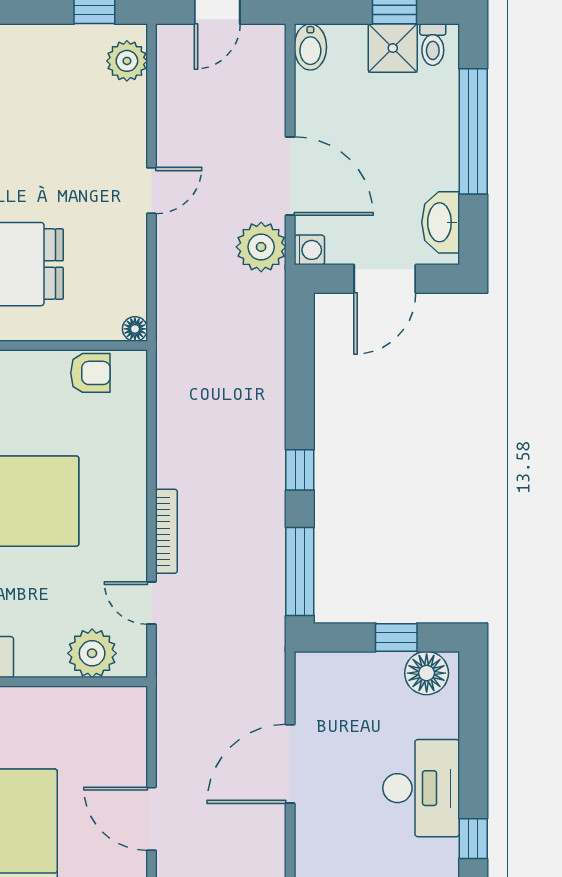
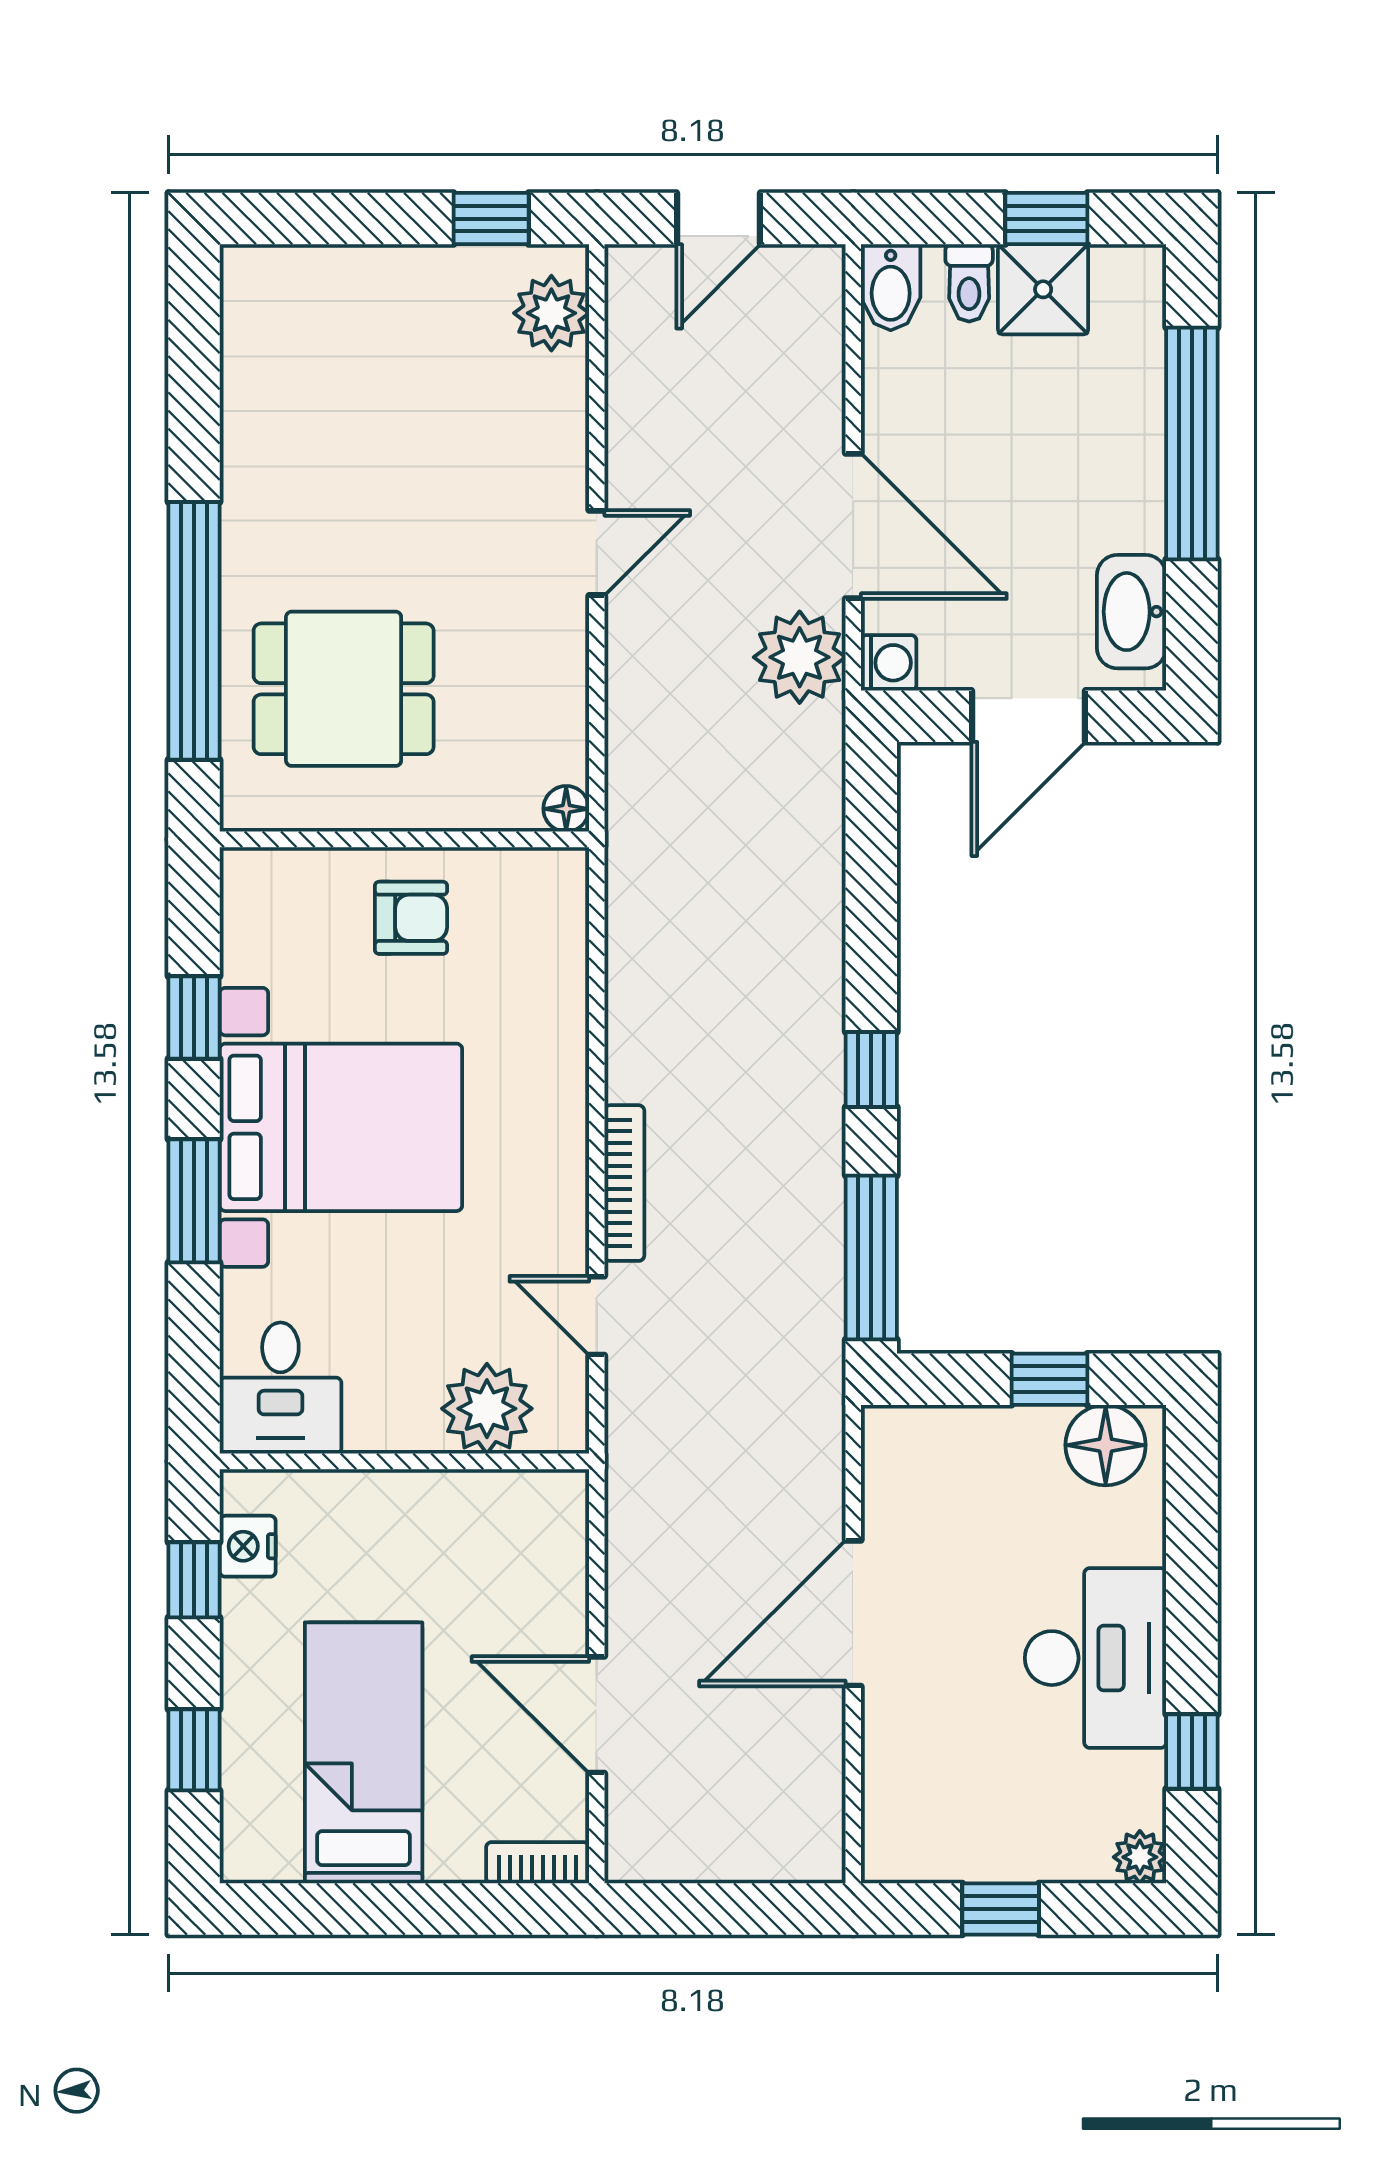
toilet: (433, 45) -> (969, 283), moved
armchair: (90, 373) -> (411, 918), moved

